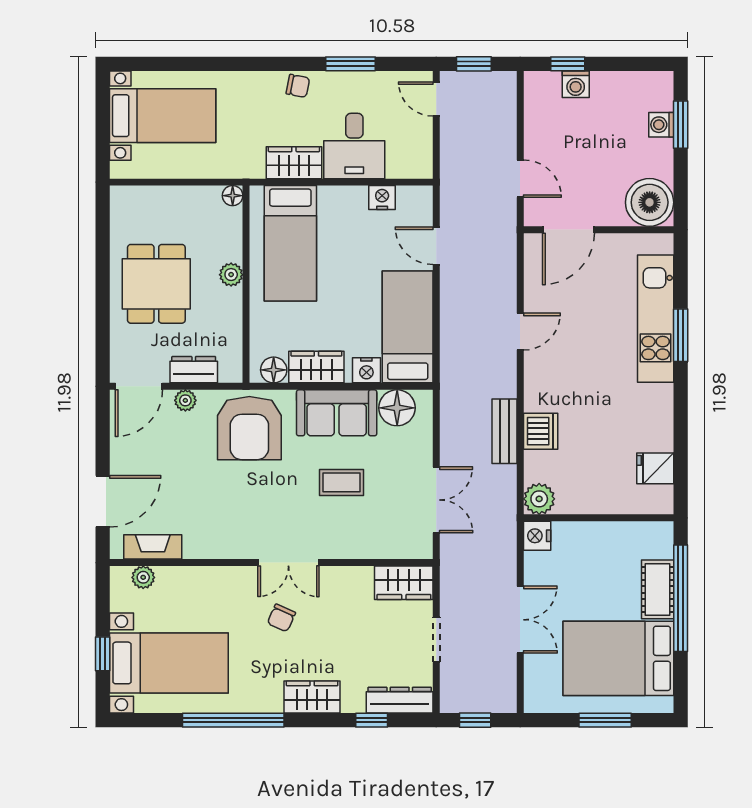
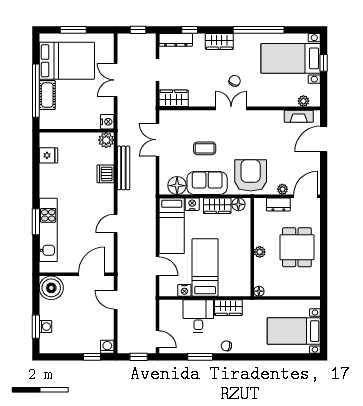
washing machine: (576, 84) -> (107, 347), moved
bed: (290, 243) -> (205, 267), moved
bench: (505, 431) -> (123, 168), width x1.36

